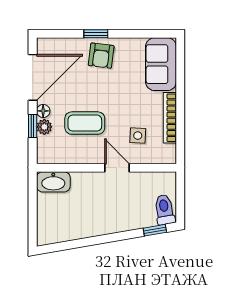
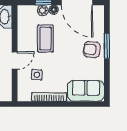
window: (96, 34) -> (107, 46), width x1.50

